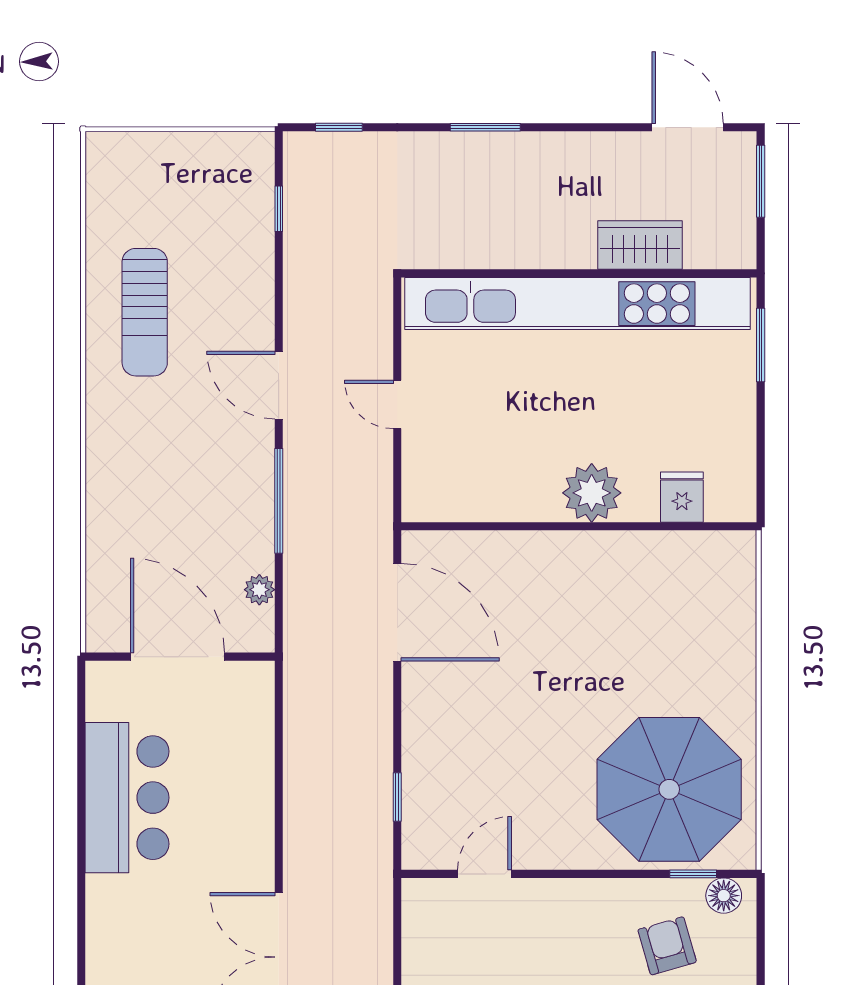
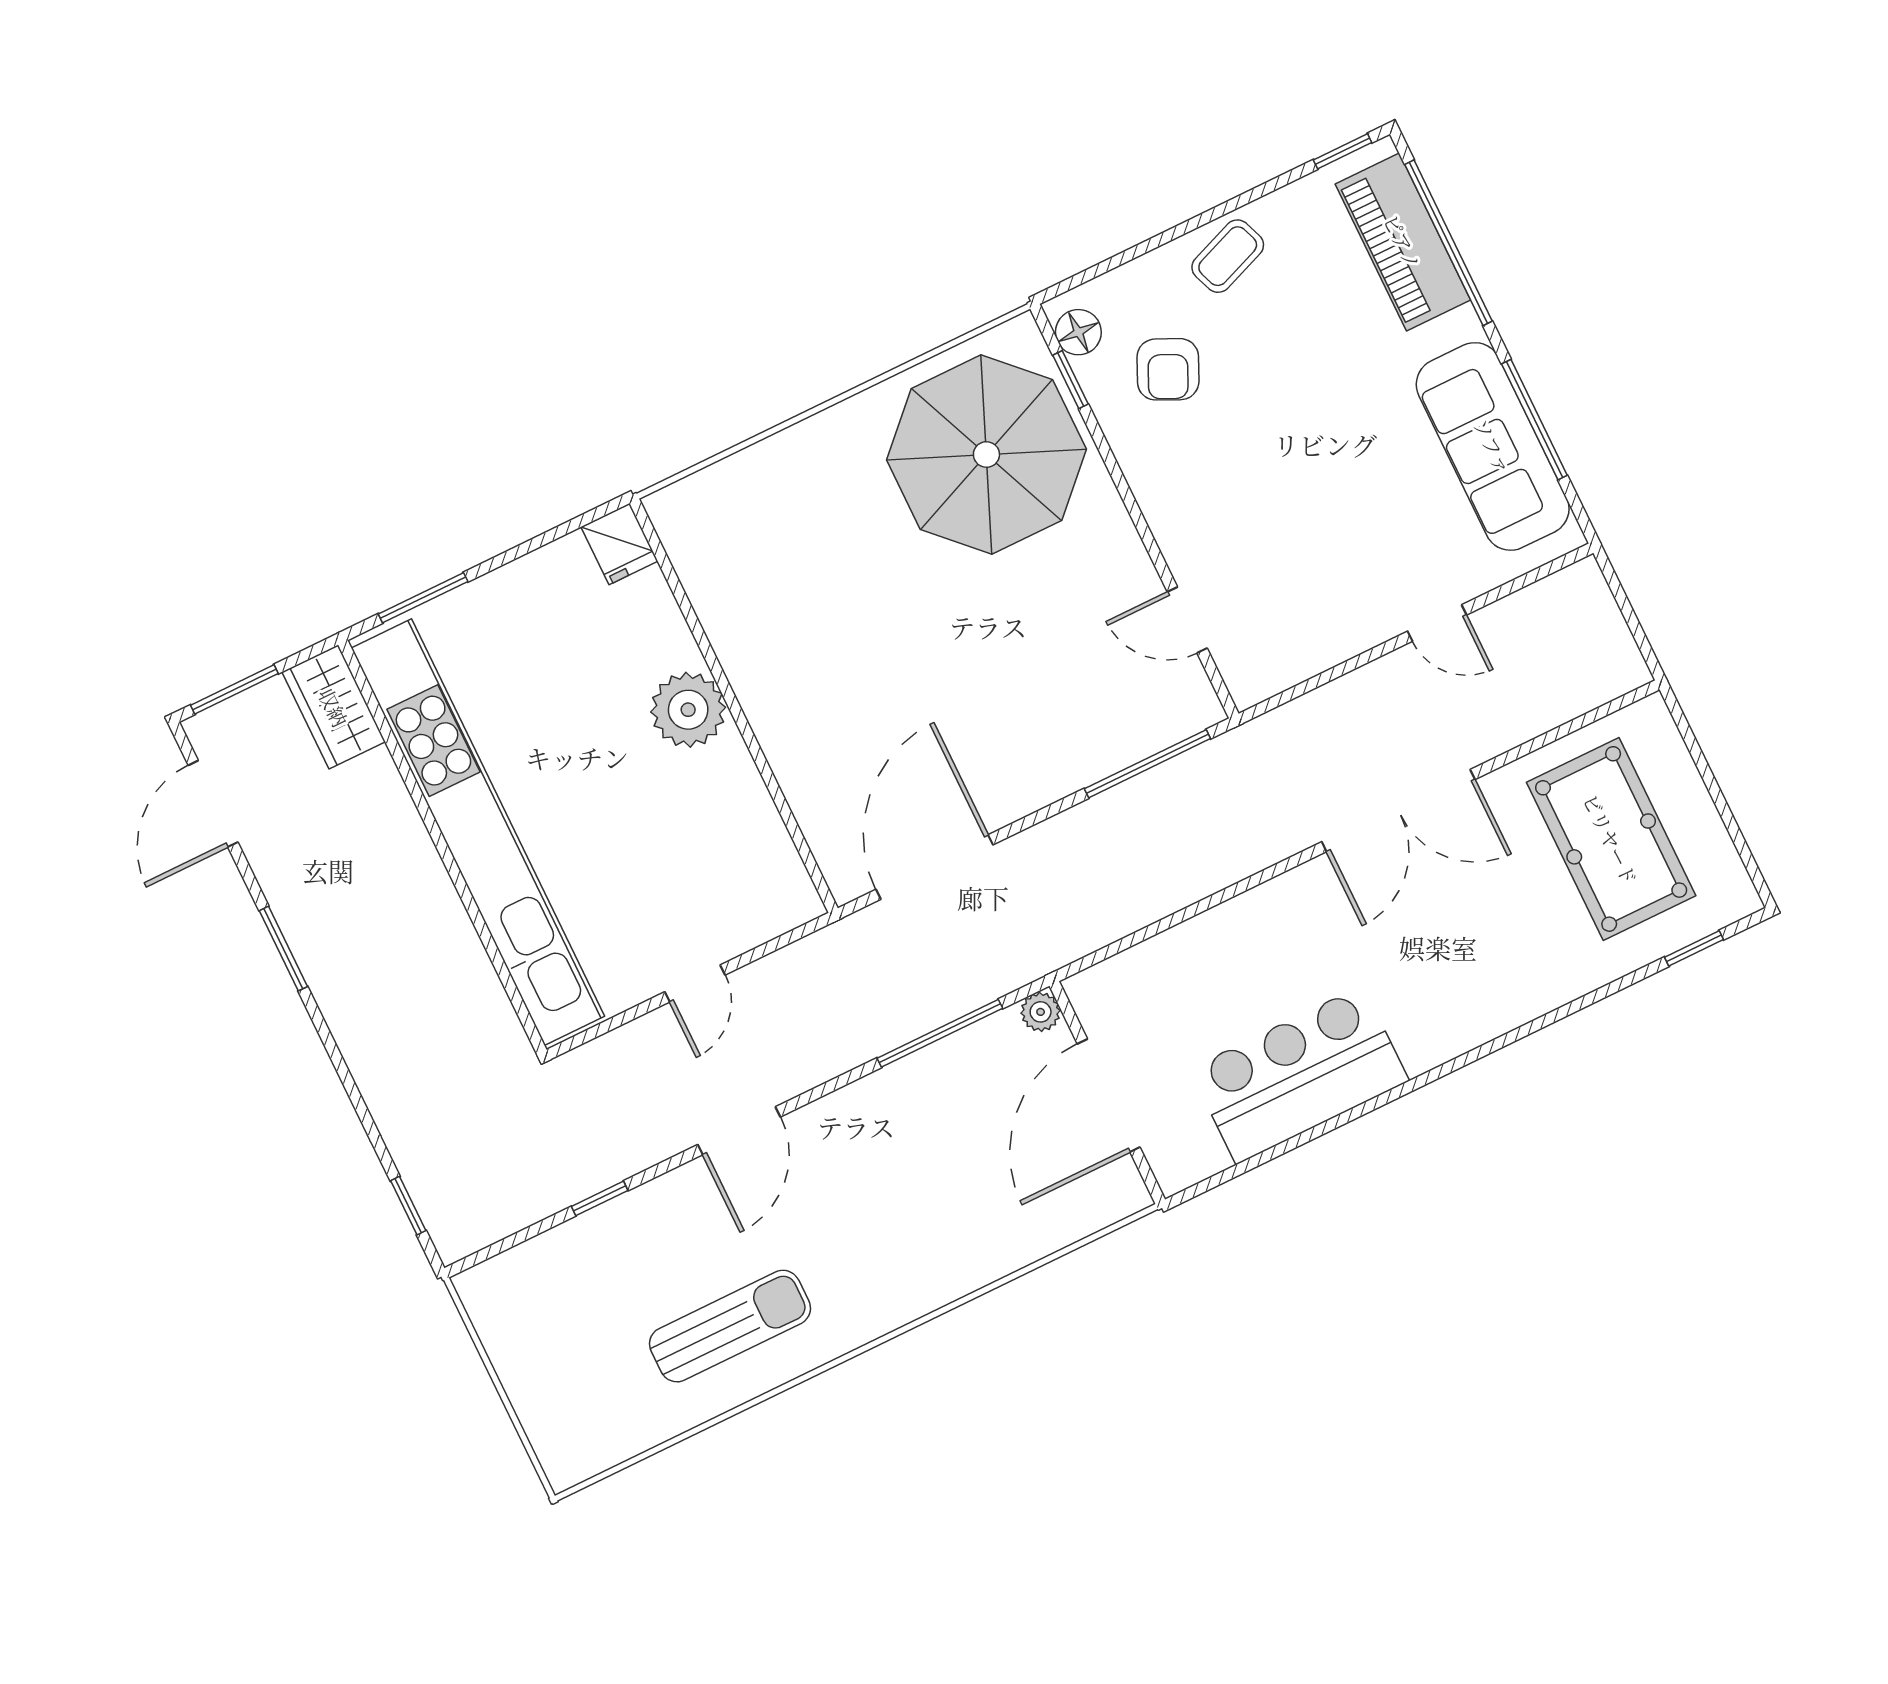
window: (485, 127) -> (283, 949), moved
window: (279, 209) -> (600, 1198), moved
wardrobe: (640, 245) -> (334, 707), moved
fridge: (682, 497) -> (619, 544), moved, turned -90
window: (279, 501) -> (940, 1033), moved
plant: (259, 590) -> (1041, 1012), moved
window: (397, 797) -> (1147, 764), width x2.17
armchair: (667, 946) -> (1168, 369), turned -49

